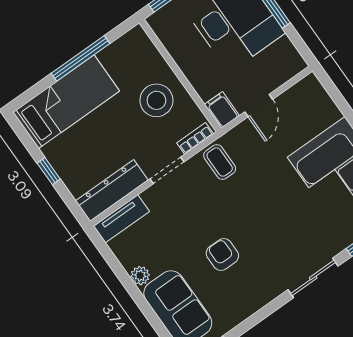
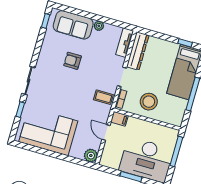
plant: (309, 89) -> (91, 156), added
window: (49, 171) -> (185, 43), moved
armchair: (222, 255) -> (73, 61), turned 180

